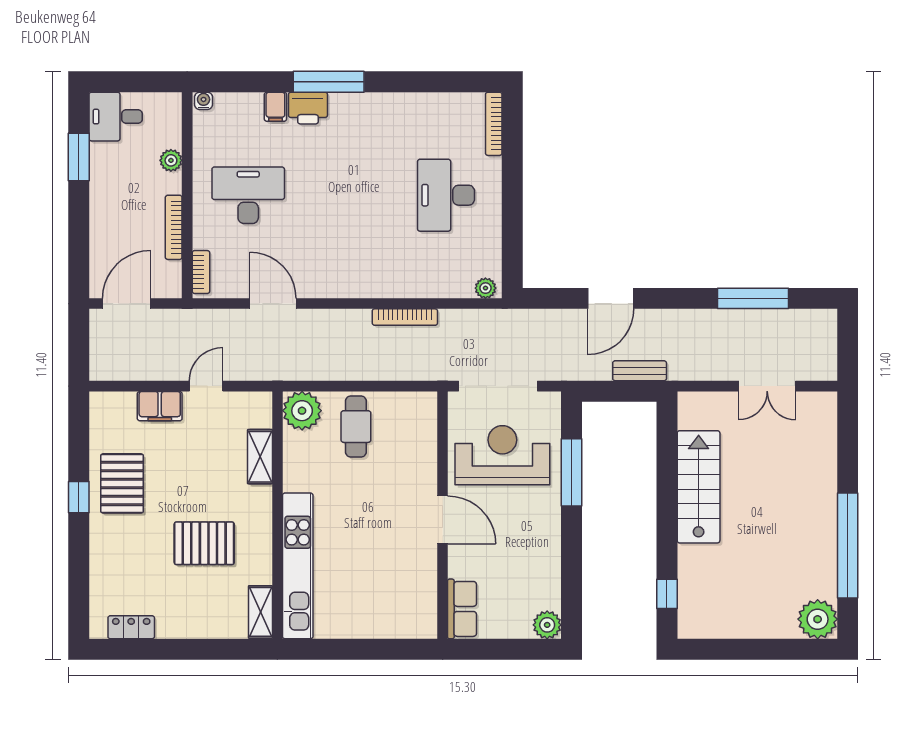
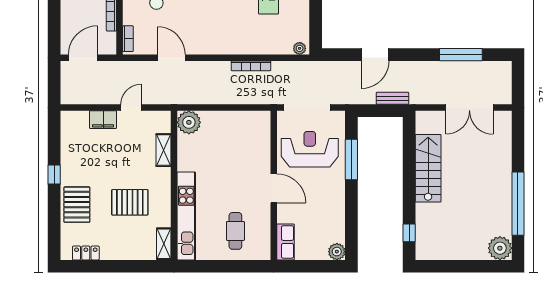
double door: (767, 386) -> (469, 108), width x1.37
cafe table: (356, 427) -> (235, 231), moved
pallet: (122, 483) -> (77, 205), moved

